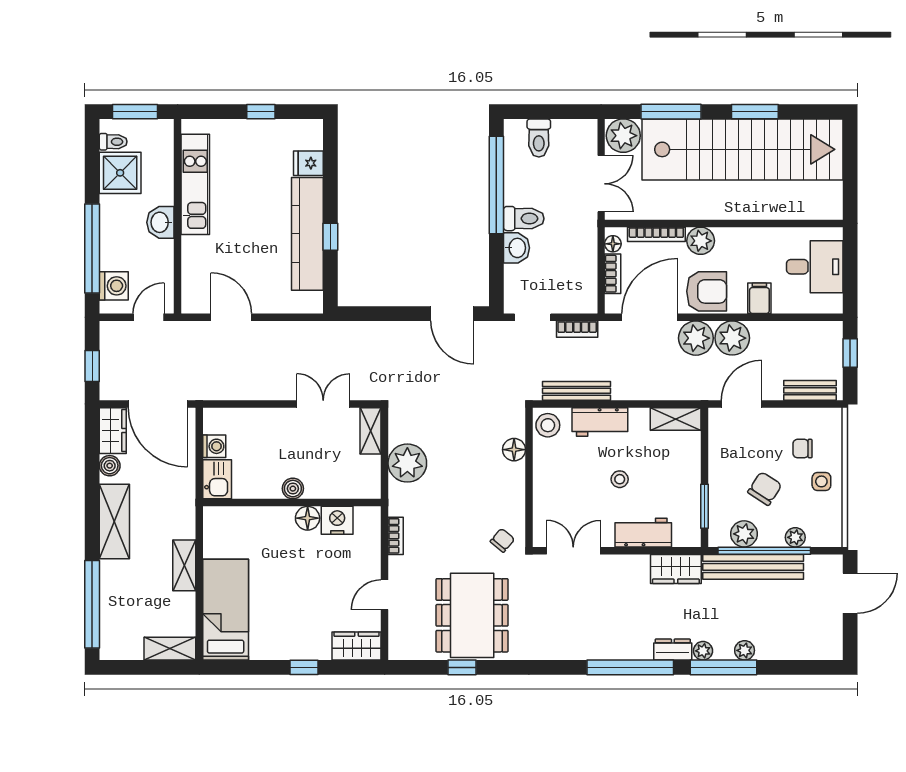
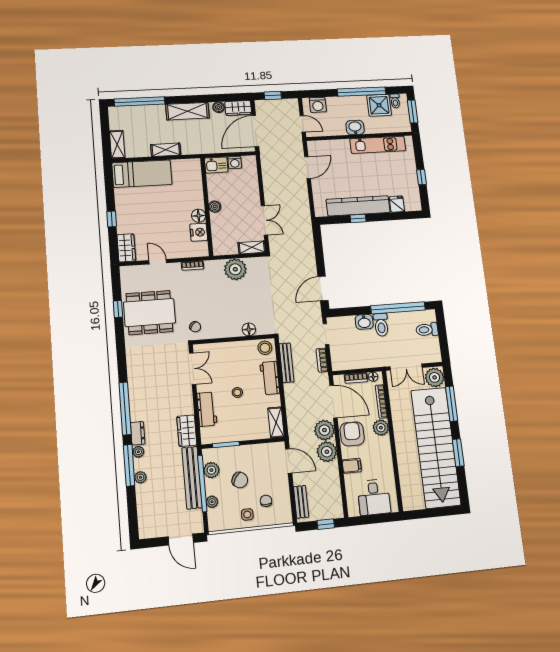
window: (92, 249) -> (362, 92), moved
armchair: (707, 291) -> (352, 434), turned 180

